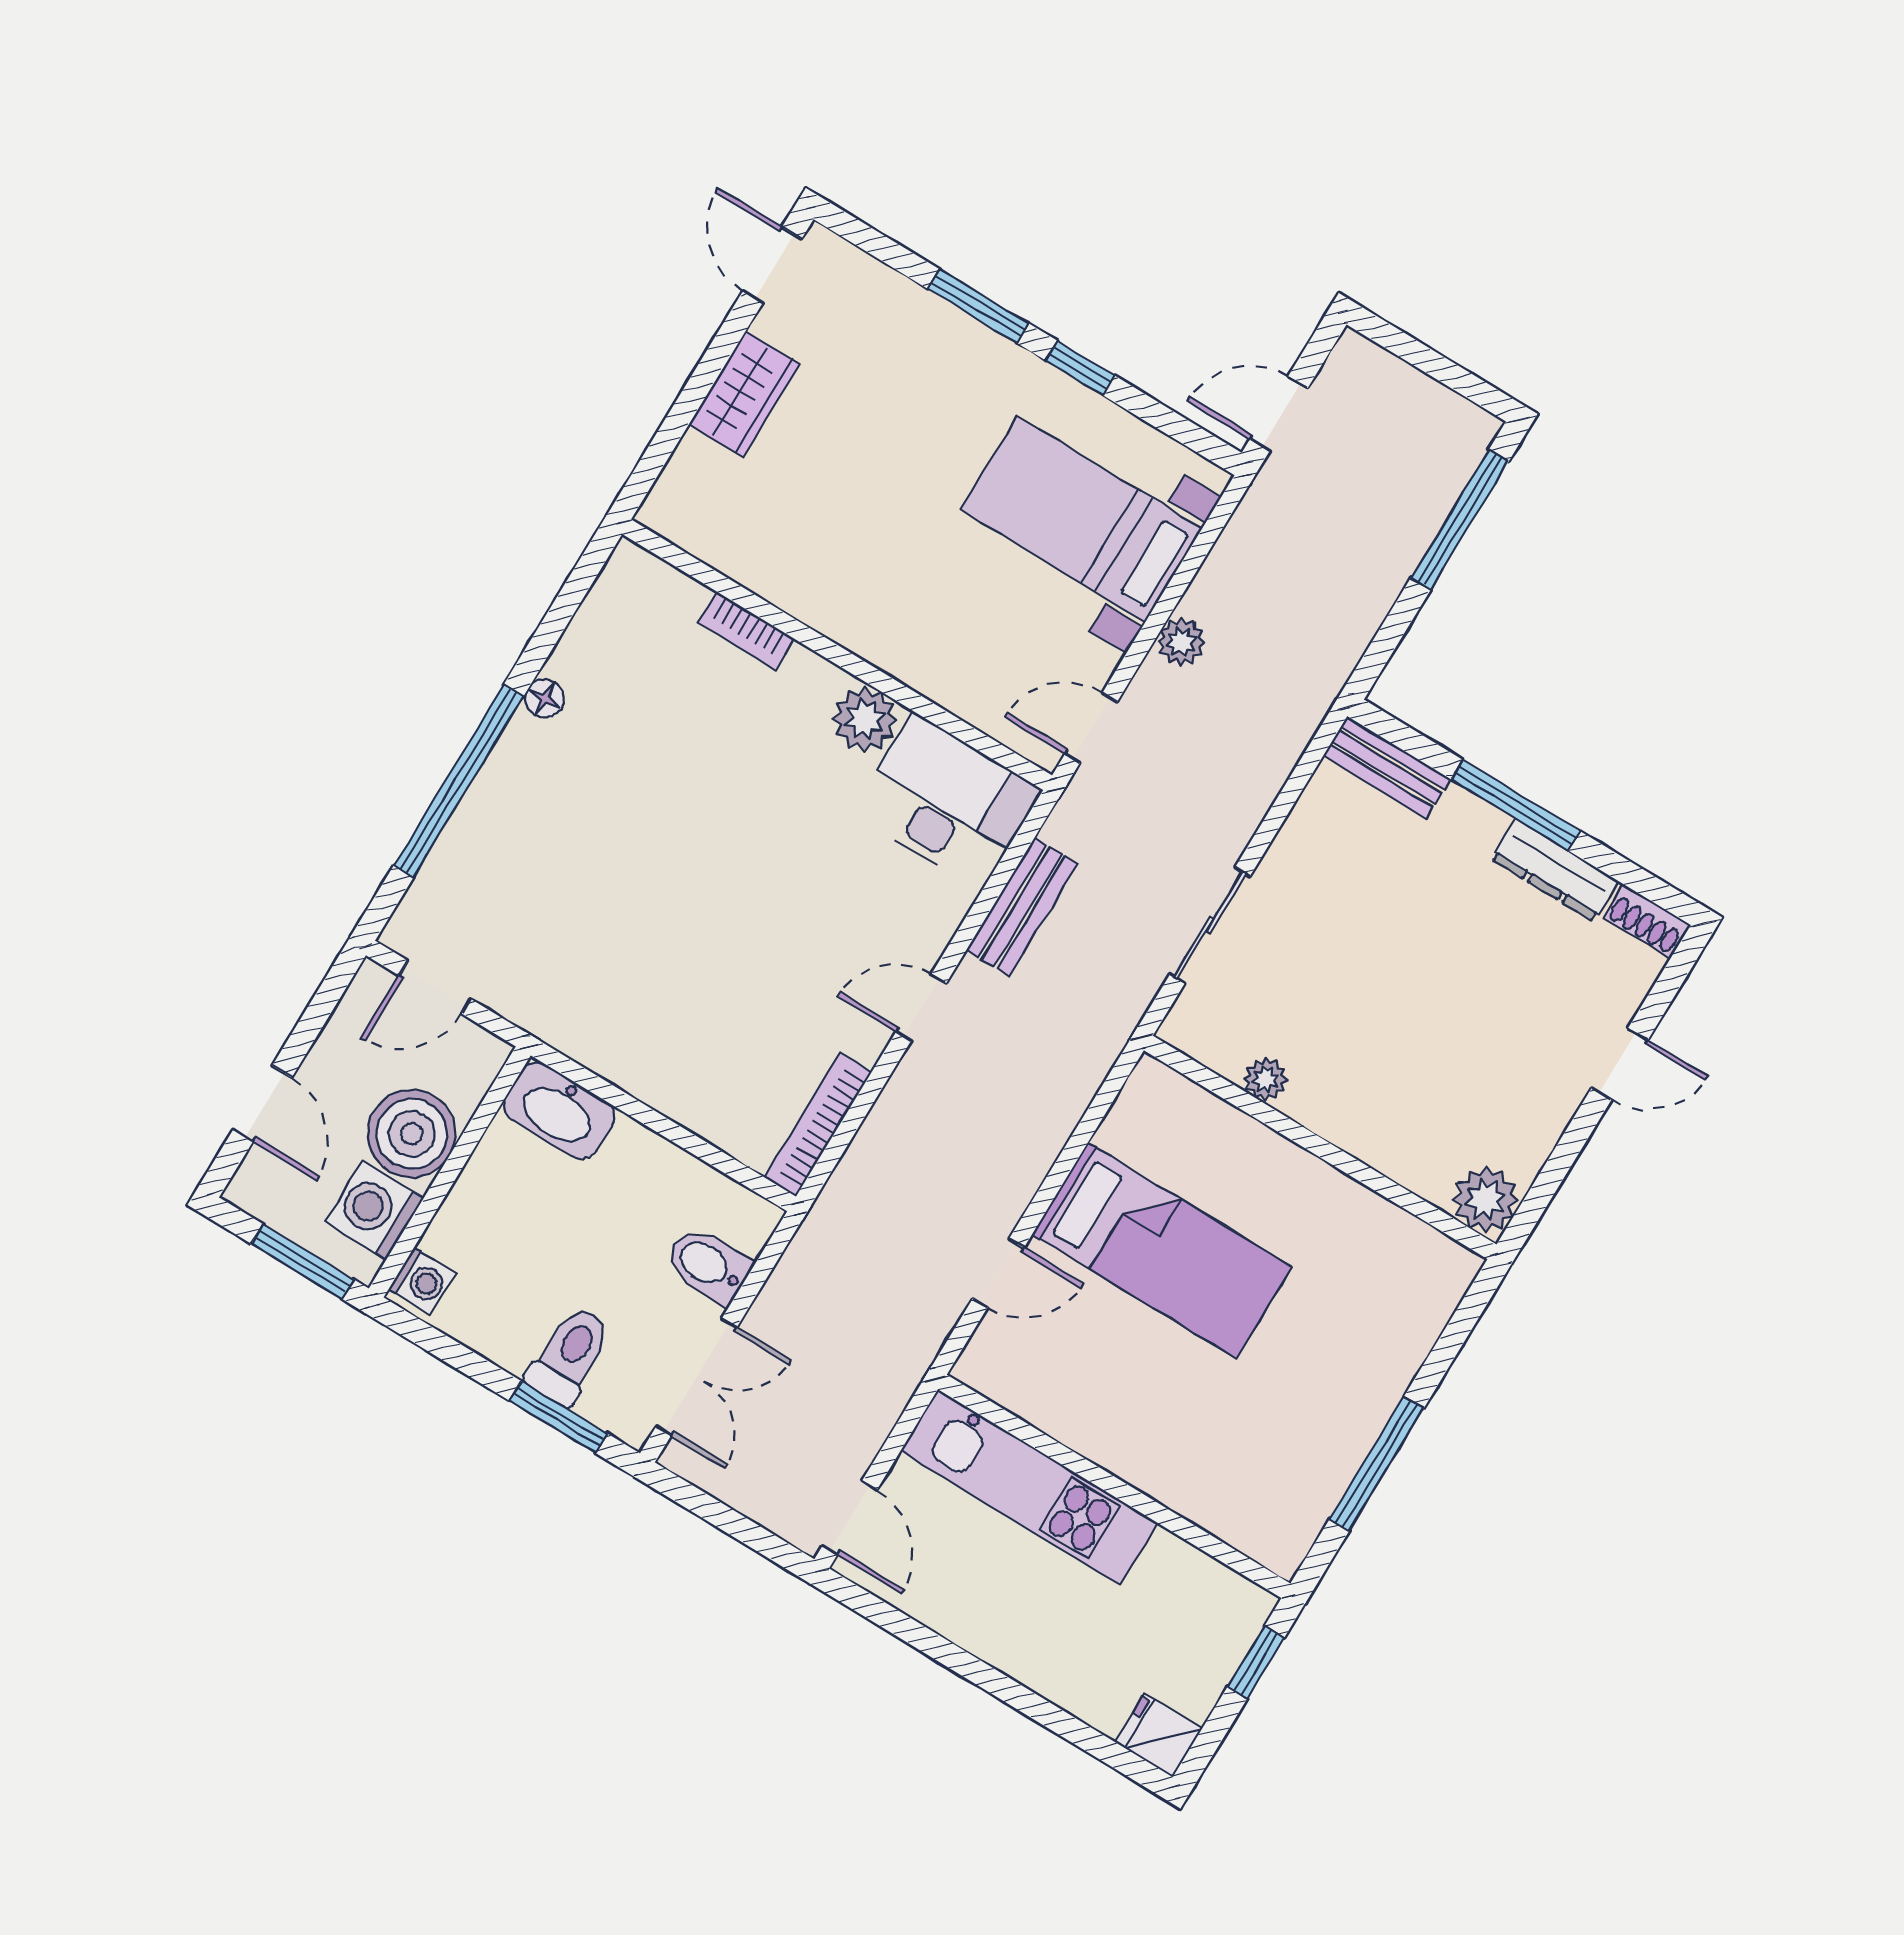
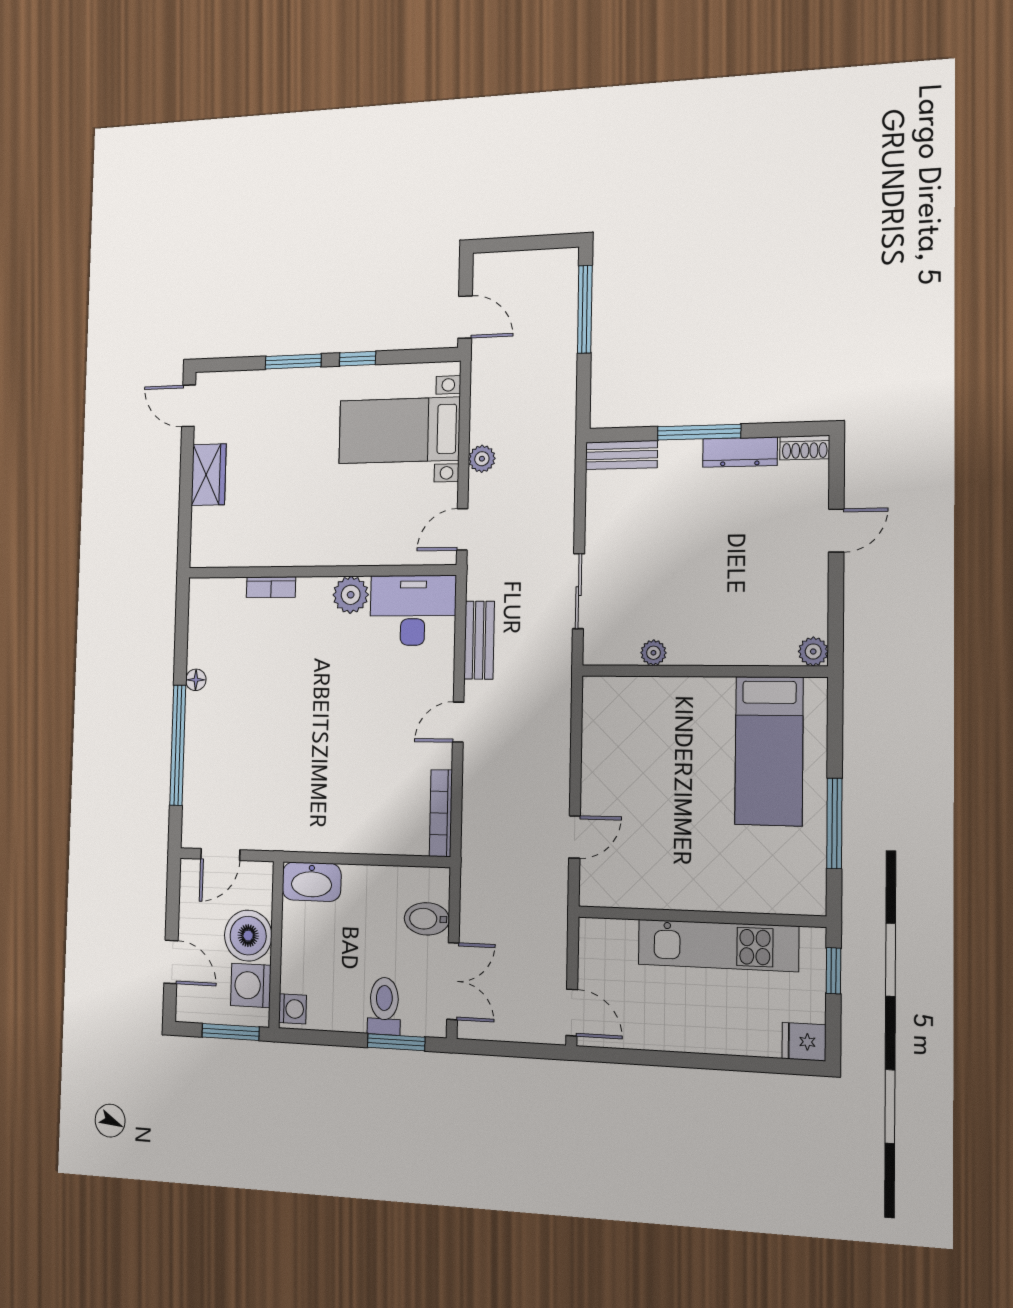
door: (1279, 414) -> (465, 317), swing flipped
plant: (1486, 1200) -> (813, 651), width x0.73, depth x0.73
bed: (1162, 1250) -> (769, 751), moved, turned 90
kitchen unit: (1029, 1487) -> (718, 945), moved

